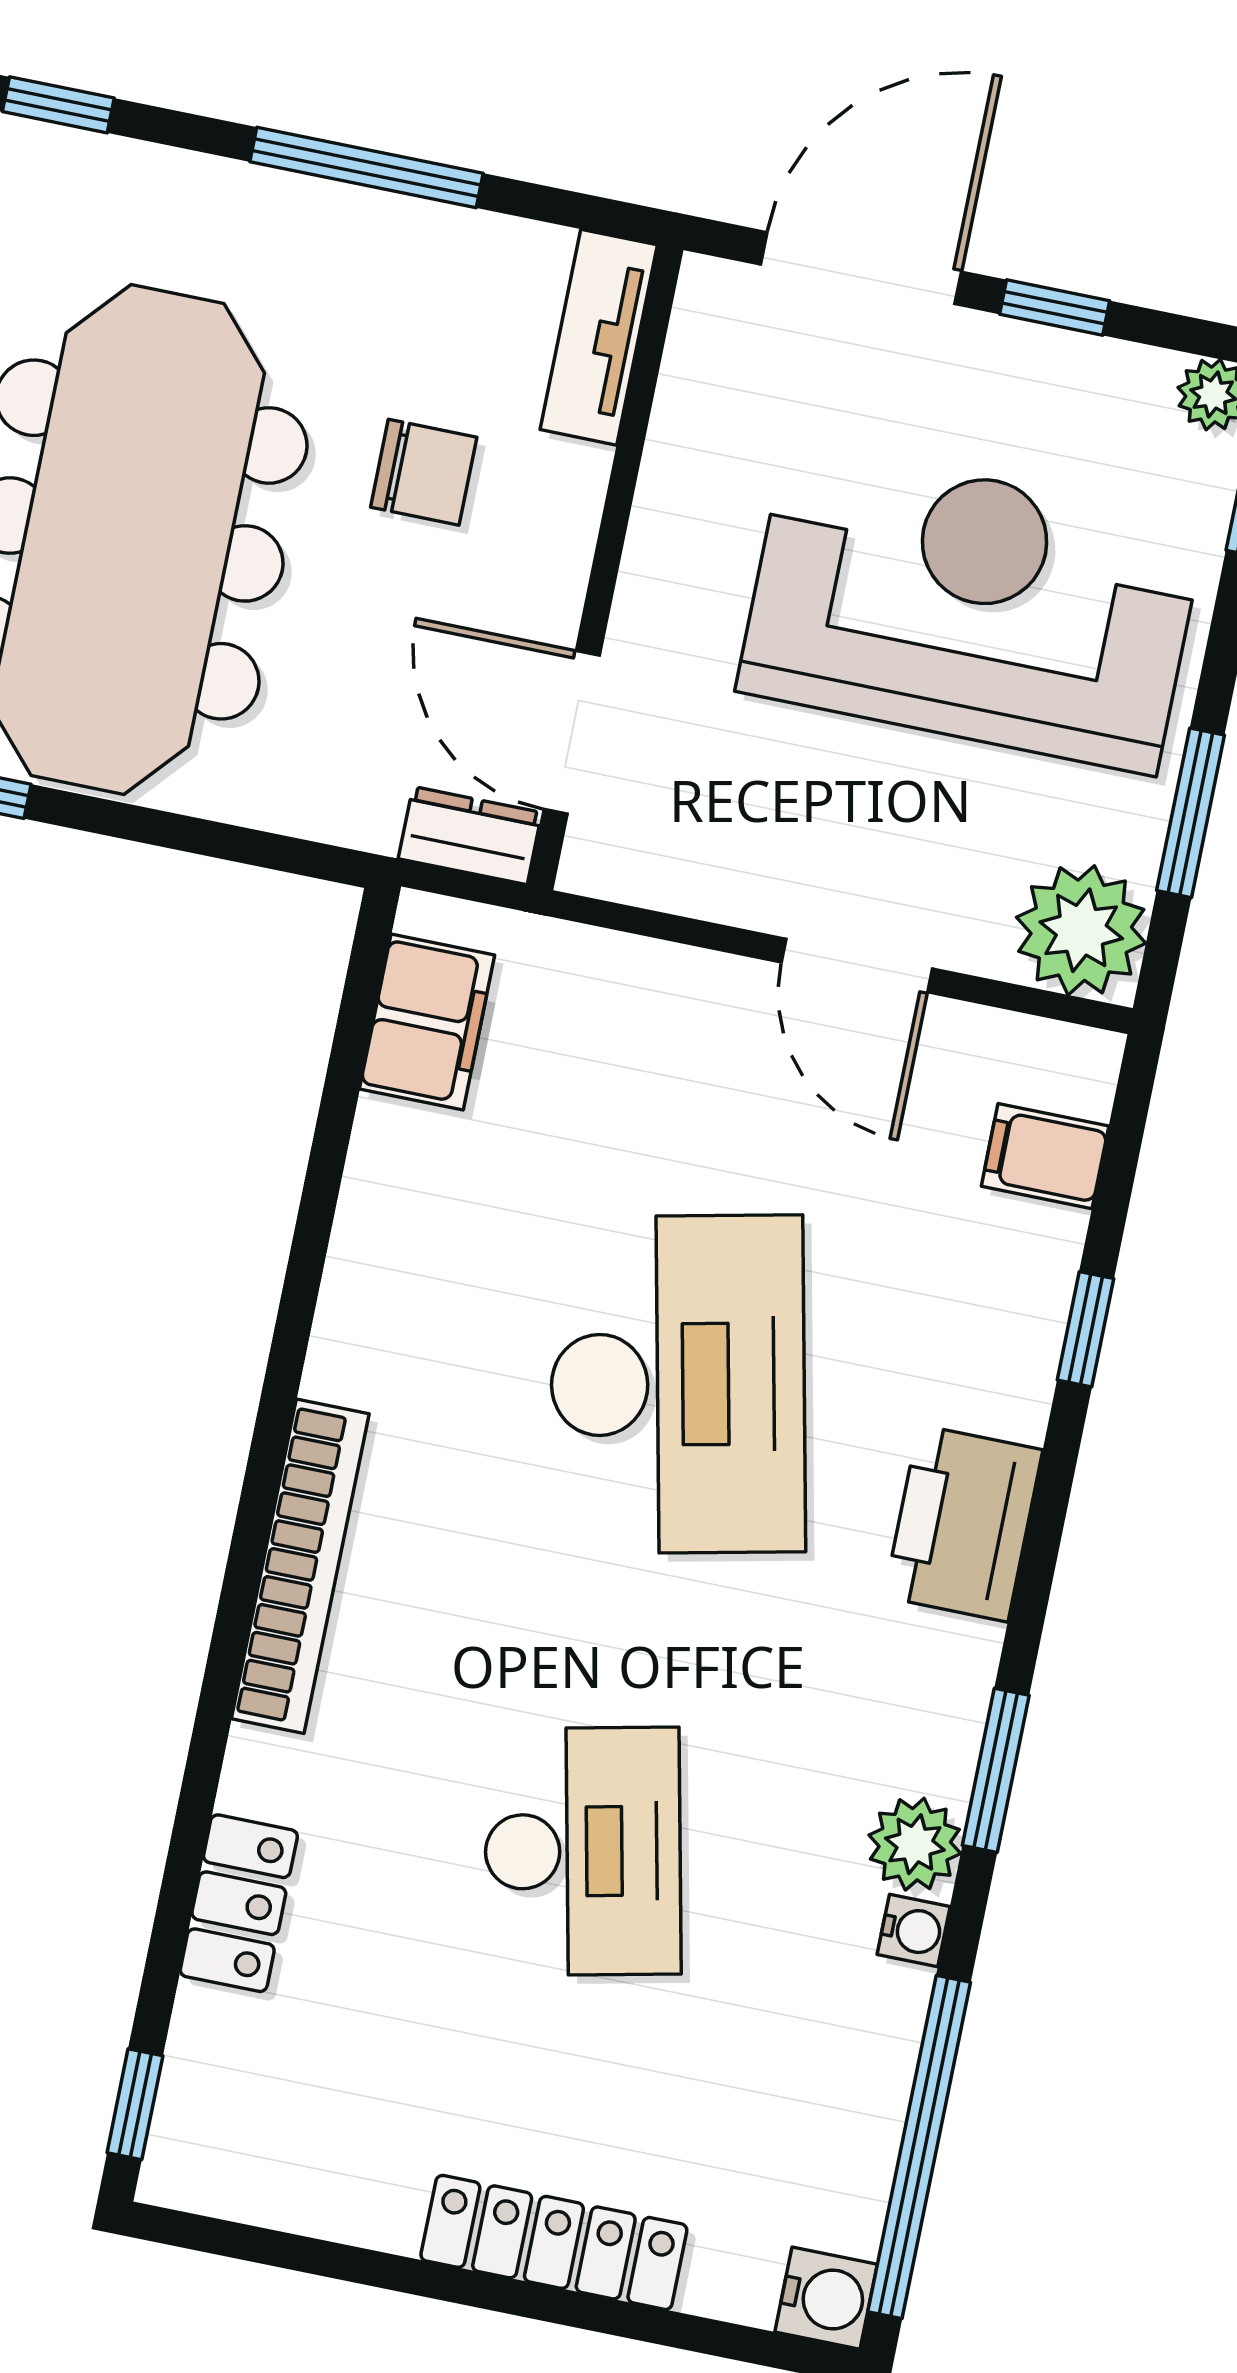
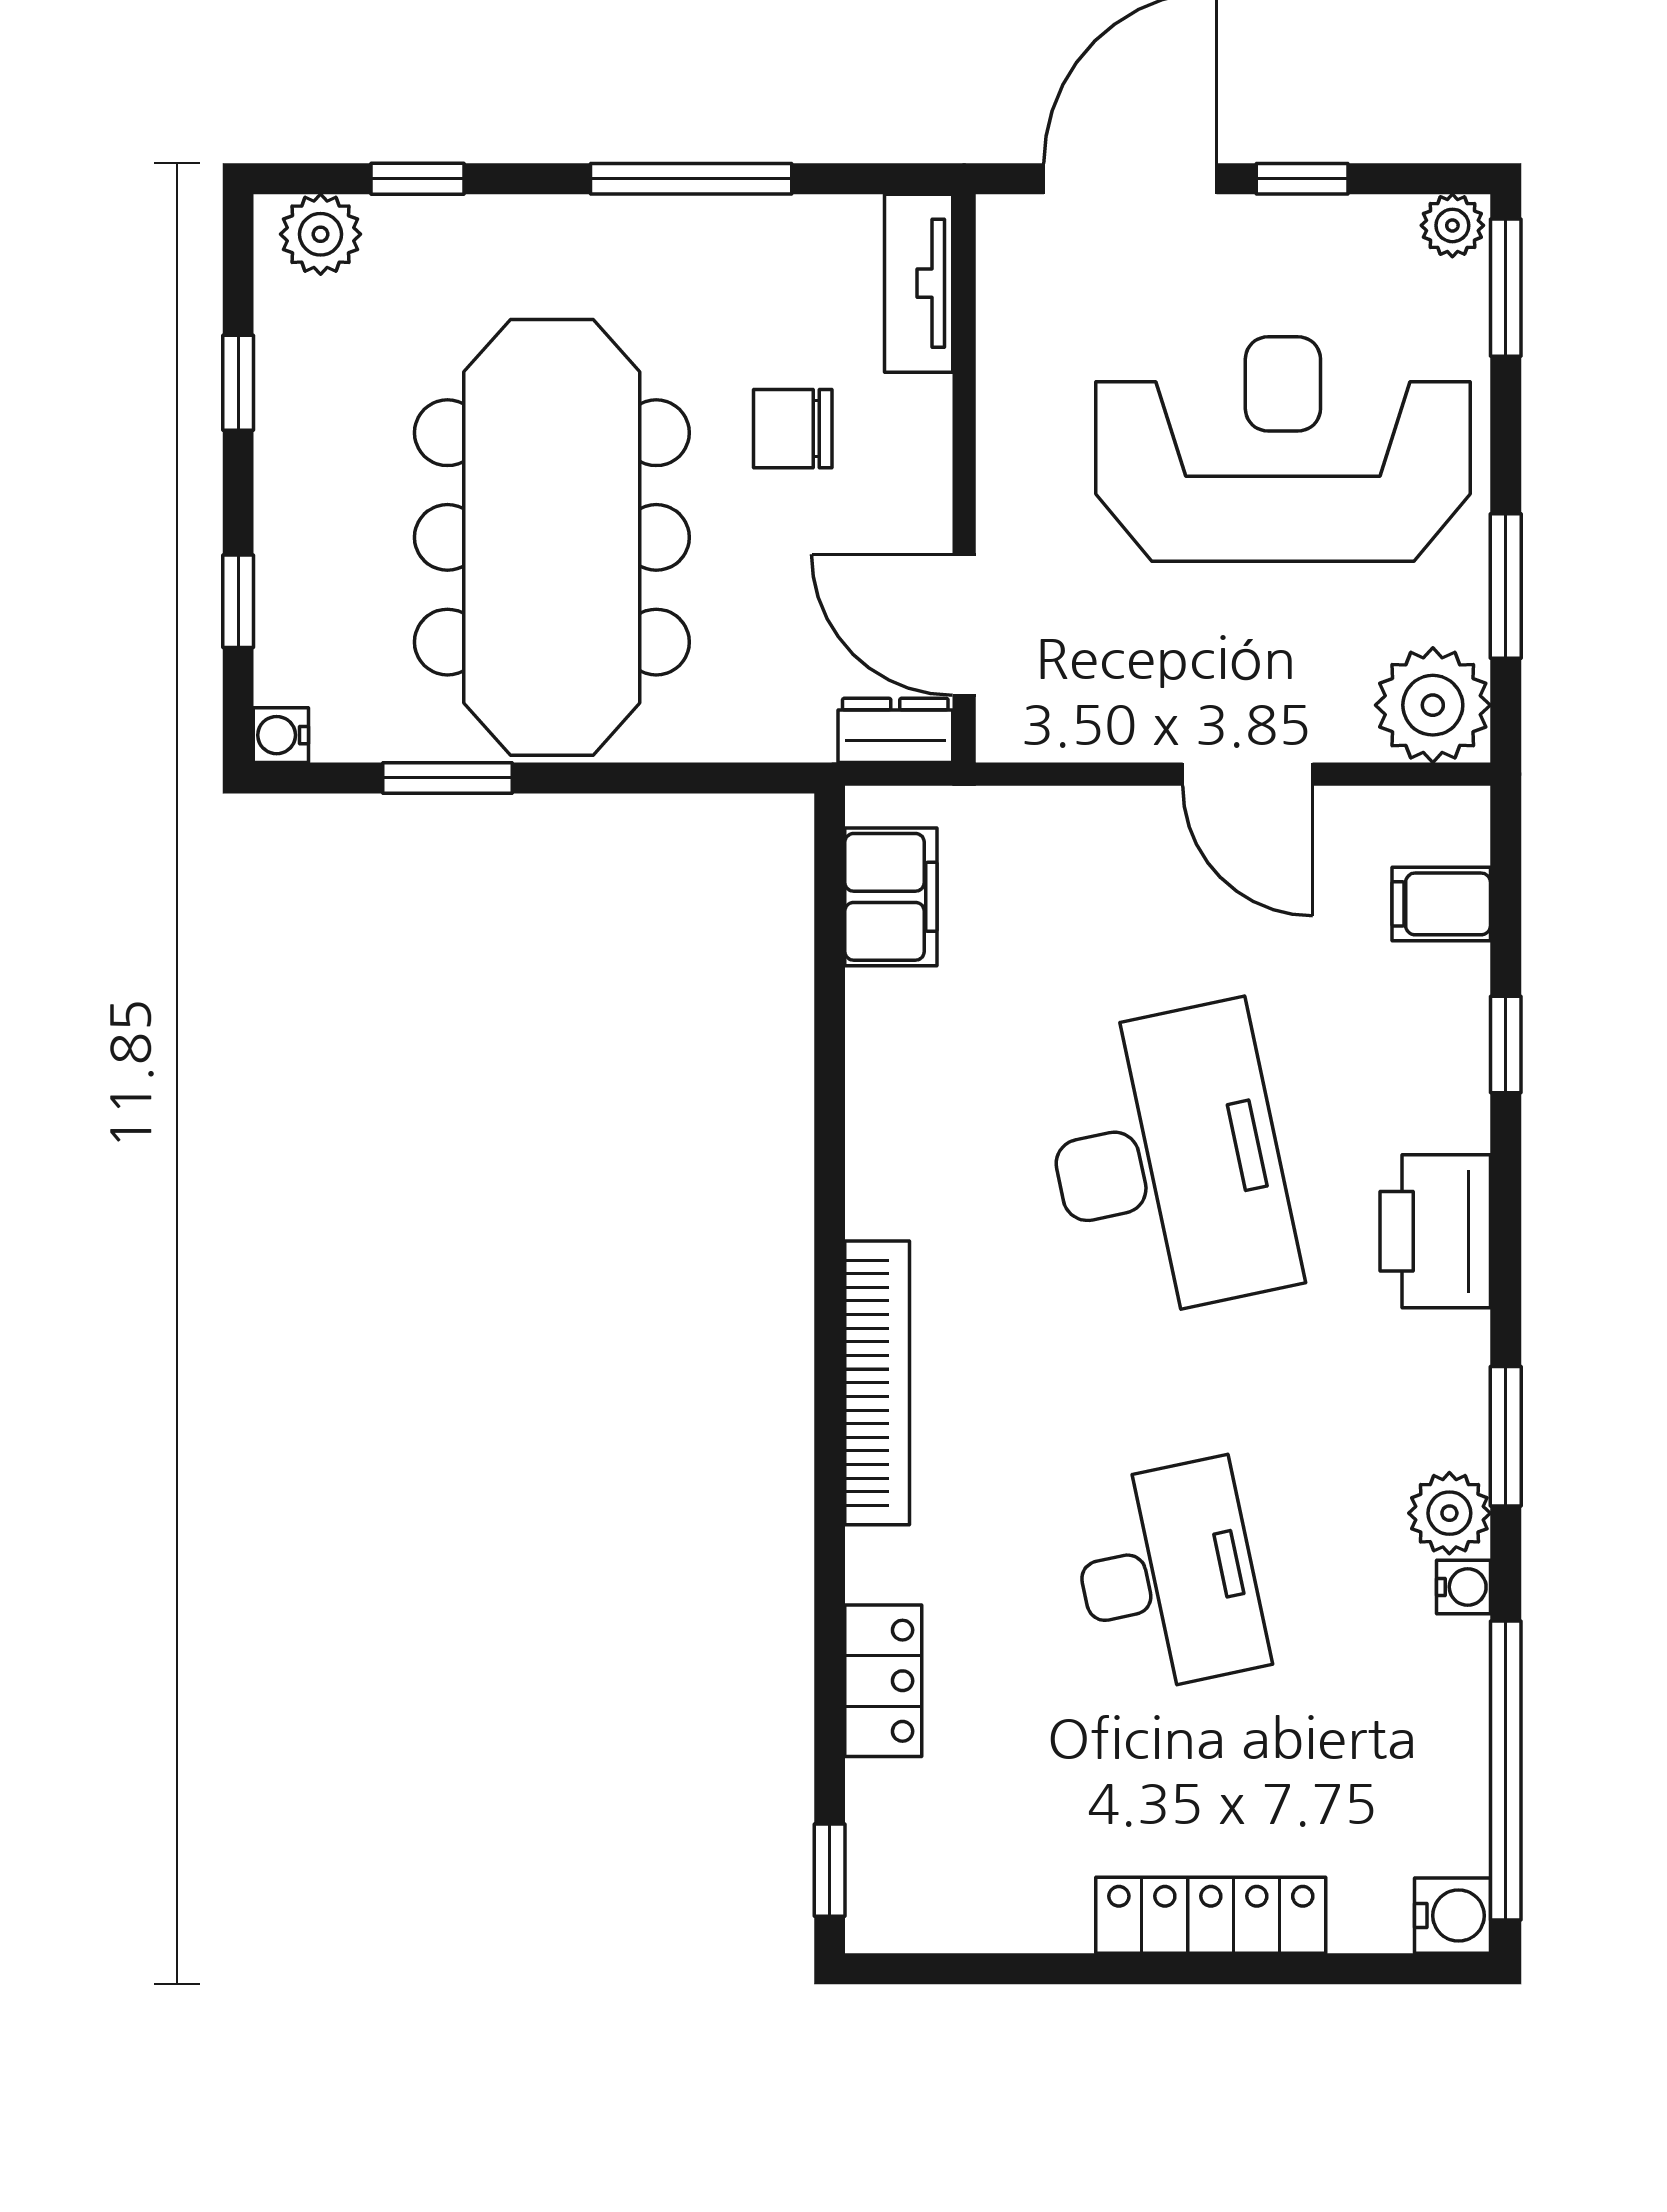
chair: (424, 472) -> (793, 429), turned 180

